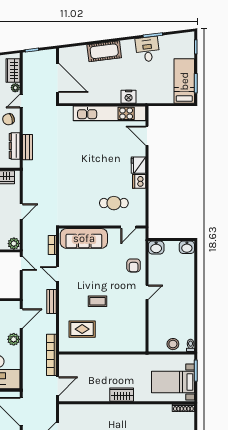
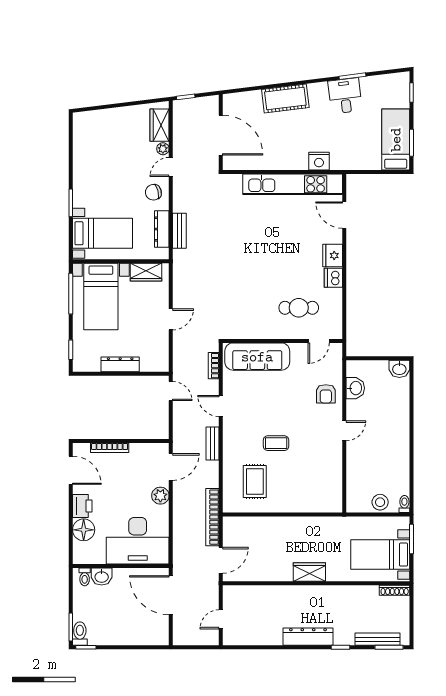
plant: (14, 244) -> (161, 364), removed
washbasin: (156, 247) -> (355, 388), moved, turned -90
rug: (82, 329) -> (255, 481), turned 90

